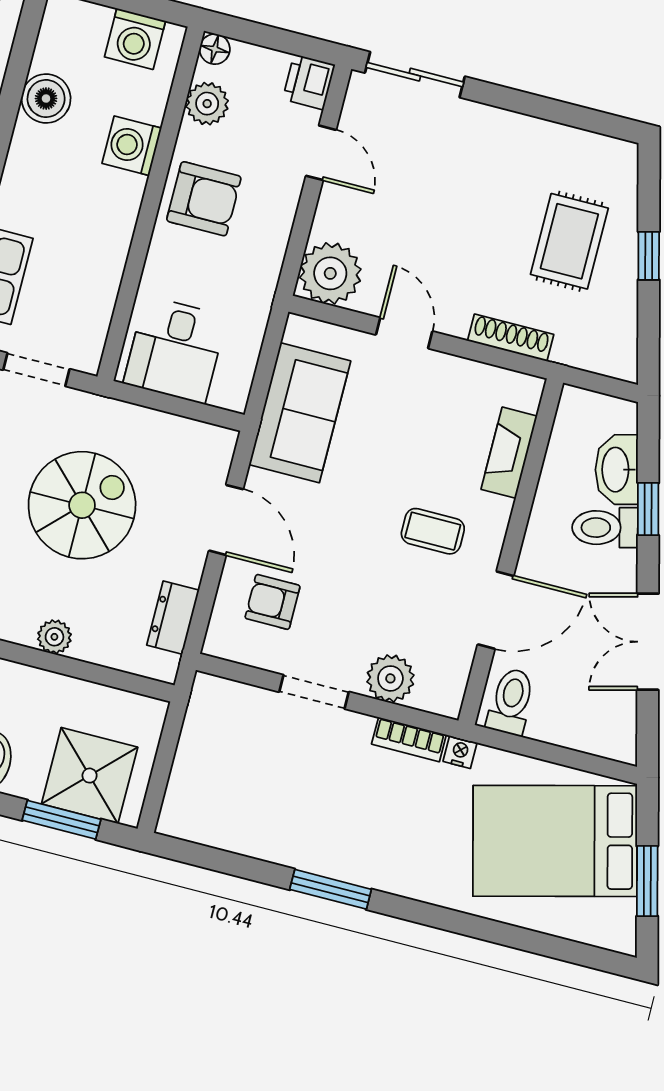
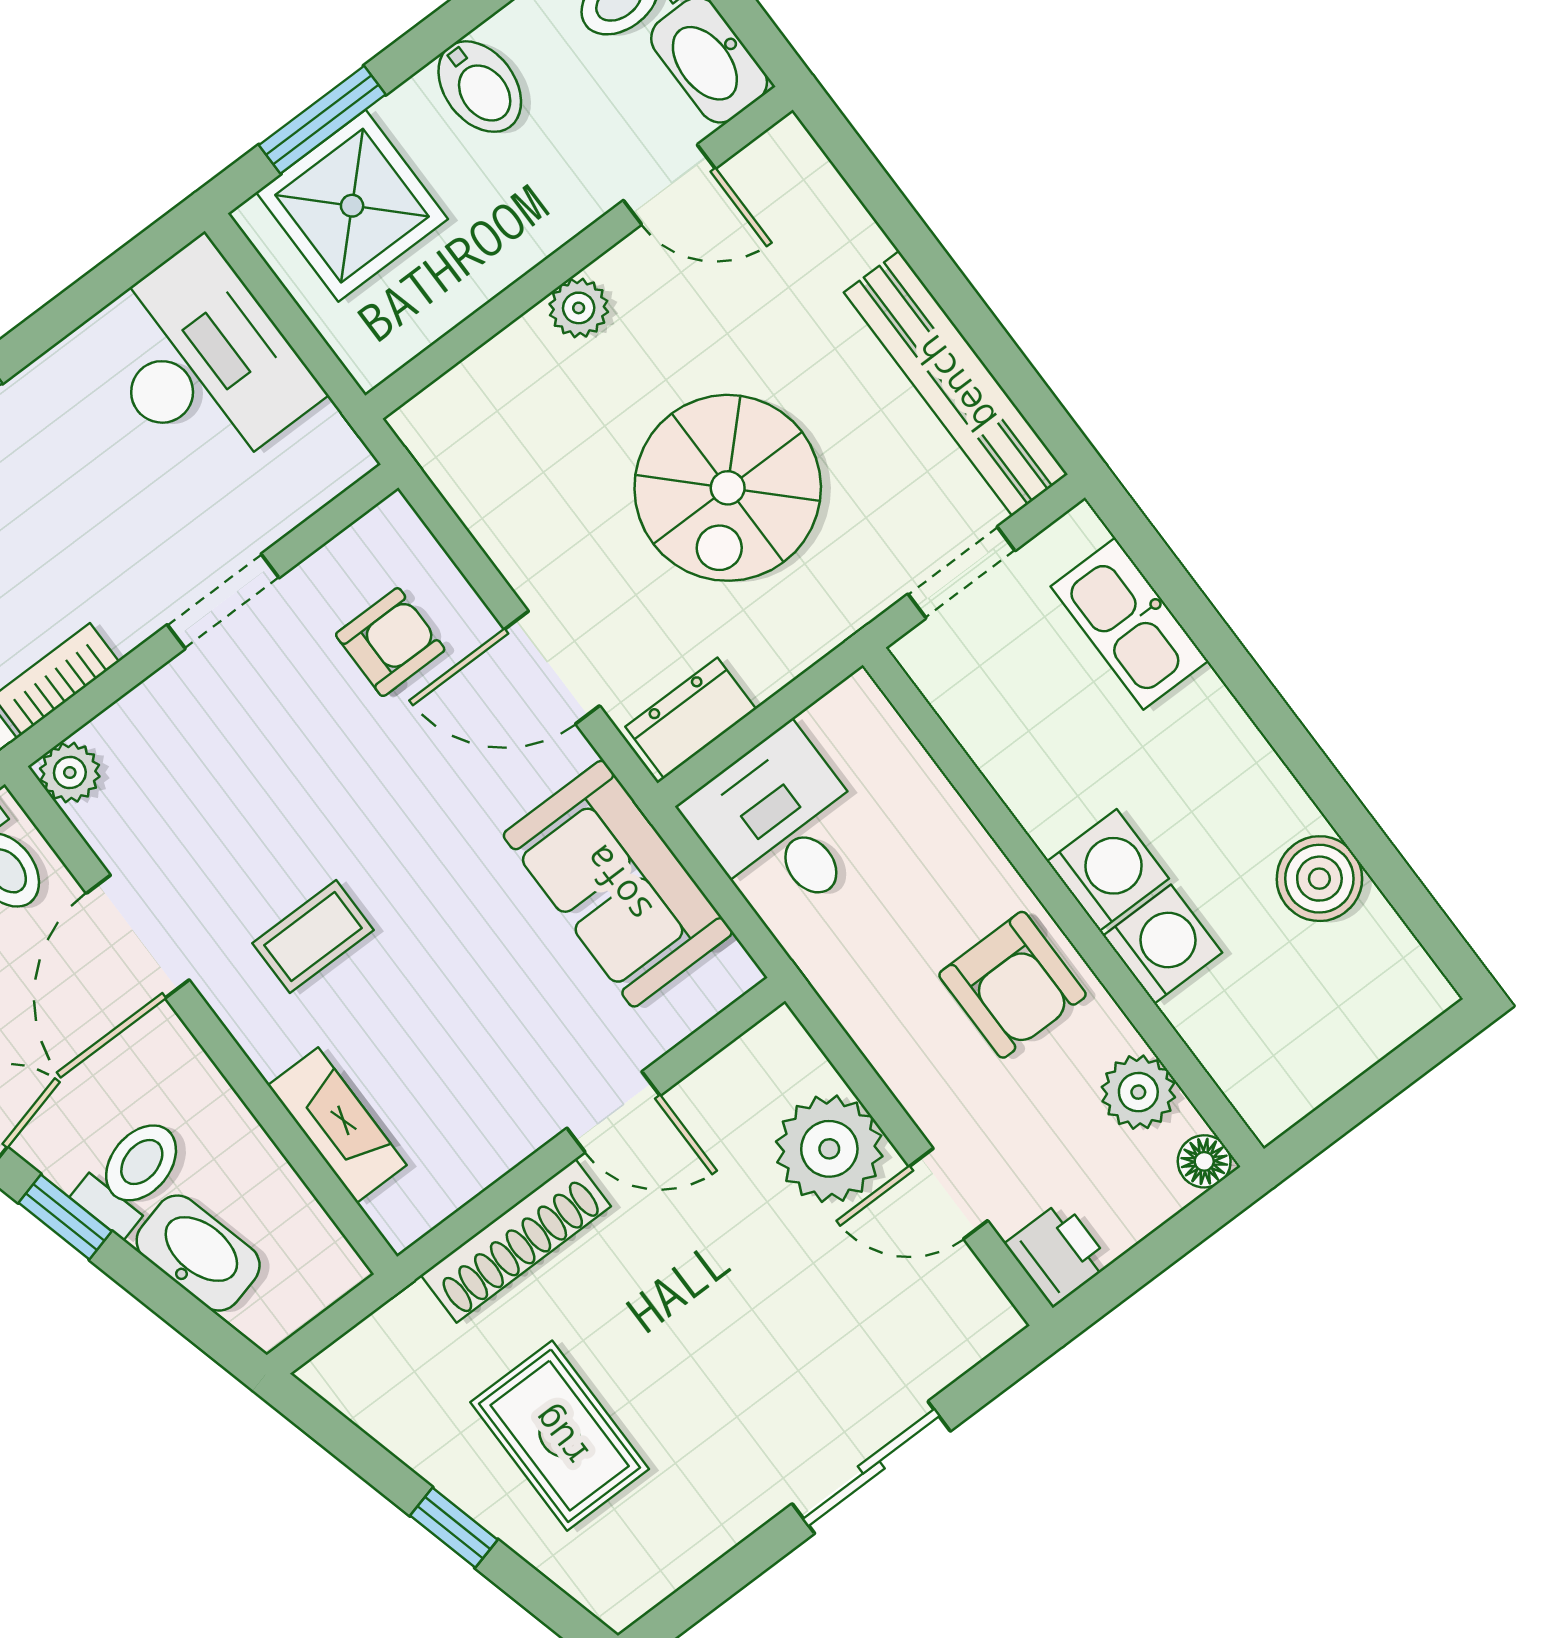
washing machine: (135, 39) -> (1108, 870), moved, turned 90
sliding door: (415, 75) -> (871, 1467), moved
armchair: (204, 199) -> (1013, 985), turned -90
plant: (330, 273) -> (829, 1149), moved
shoe rack: (511, 338) -> (516, 1241), width x1.36, depth x1.24
desk: (175, 350) -> (781, 826), moved
window: (648, 509) -> (65, 1217), moved
dresser: (173, 618) -> (691, 718), moved, turned -90
plant: (390, 678) -> (70, 772), moved, width x0.73, depth x0.73
desk: (214, 787) -> (202, 362), added

